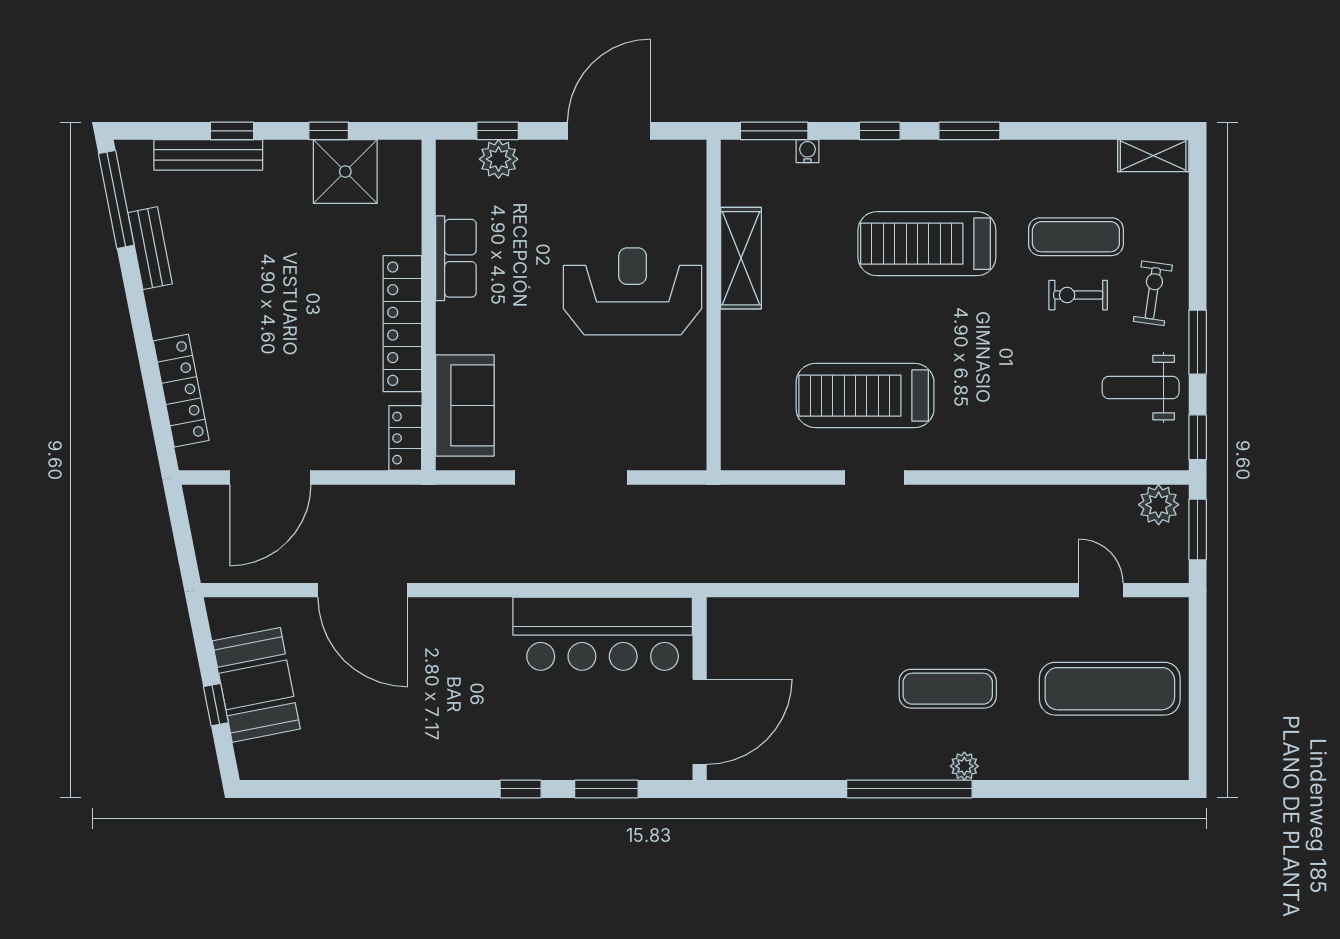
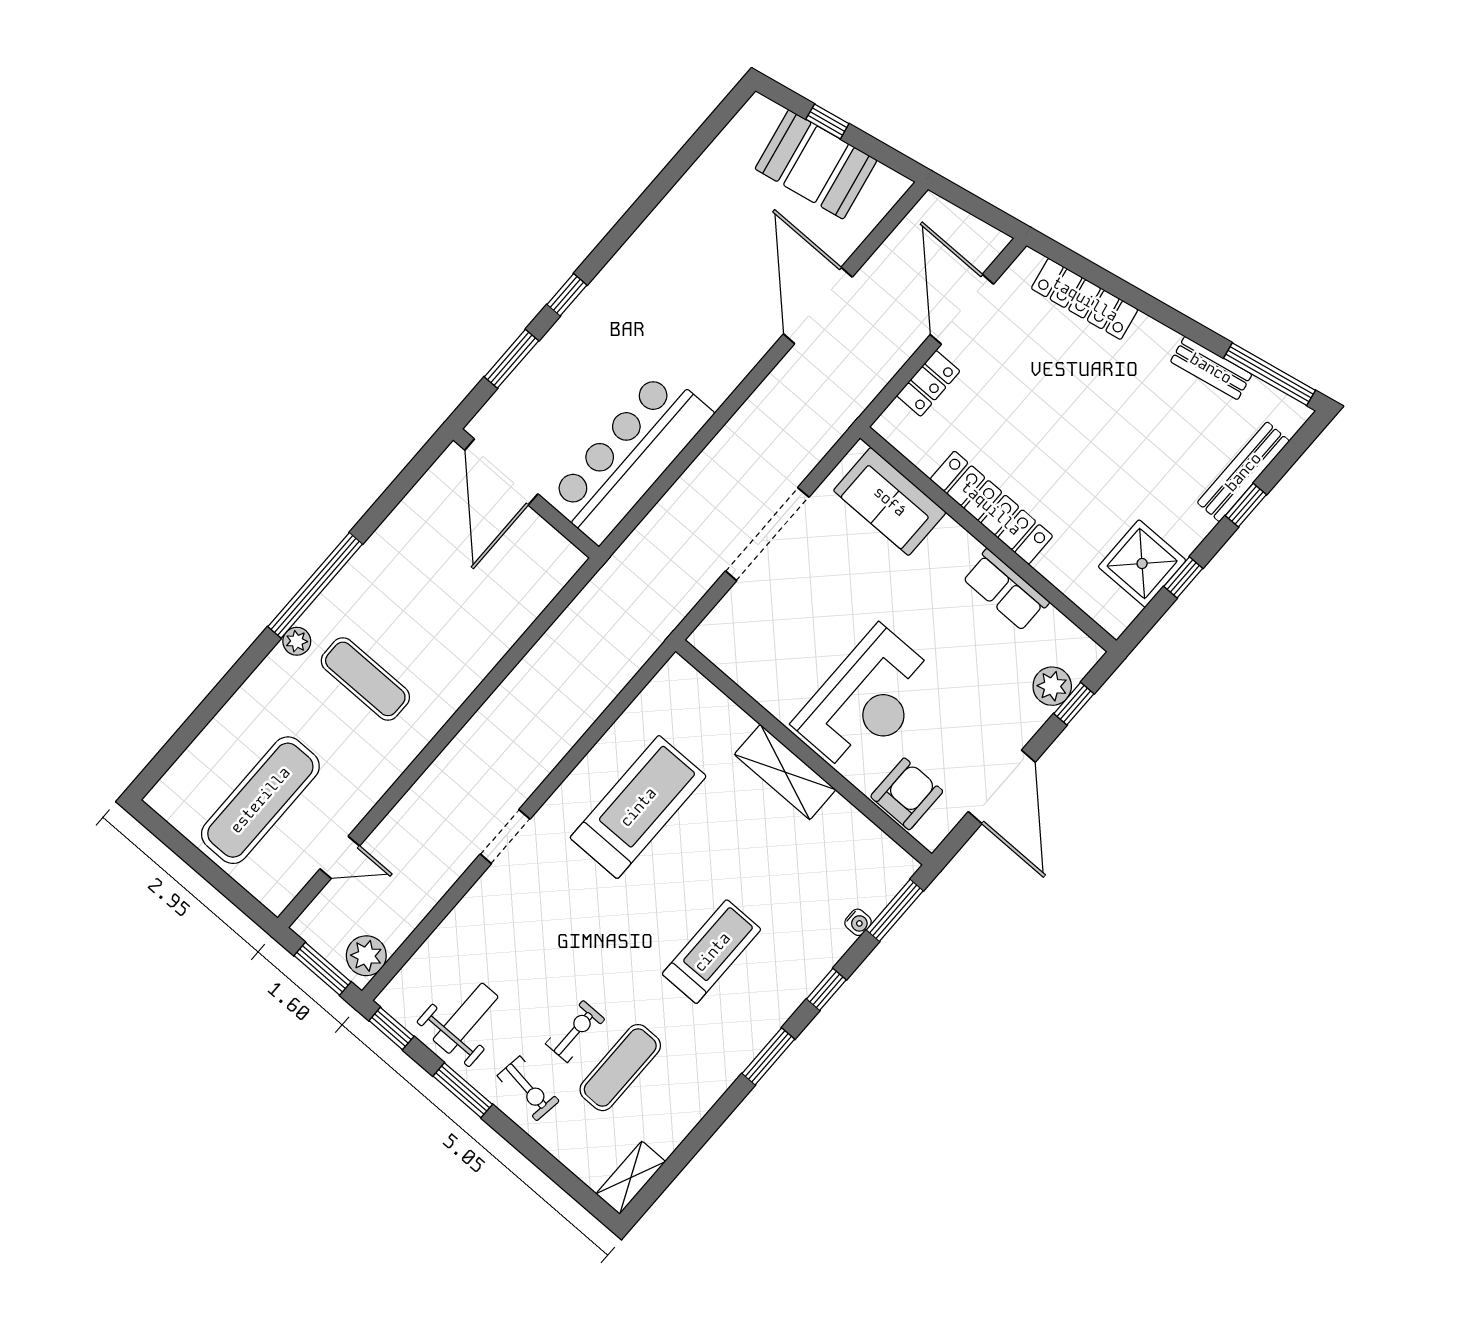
armchair: (677, 199) -> (907, 794), added
treadmill: (927, 244) -> (712, 952), width x0.73, depth x0.73
shelving: (741, 258) -> (785, 772), moved
locker: (405, 438) -> (928, 383), moved, turned 90
doorway: (874, 478) -> (505, 837), moved
door: (363, 590) -> (818, 305), hinge flipped
exercise mat: (948, 689) -> (365, 679), turned 90

